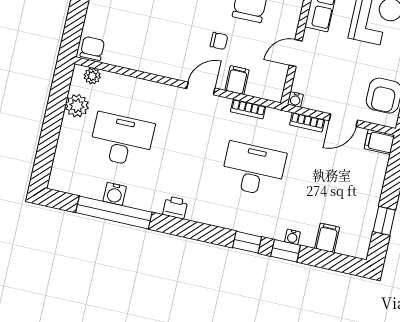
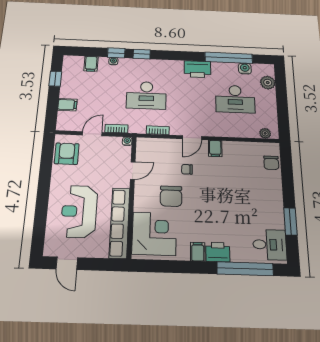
chair: (92, 48) -> (271, 163), moved
filing cabinet: (237, 80) -> (215, 148), moved
plant: (77, 106) -> (268, 83), moved
filing cabinet: (379, 142) -> (67, 105), moved
water cooler: (115, 194) -> (245, 69), moved
printer: (175, 207) -> (197, 69), width x1.87, depth x1.48

